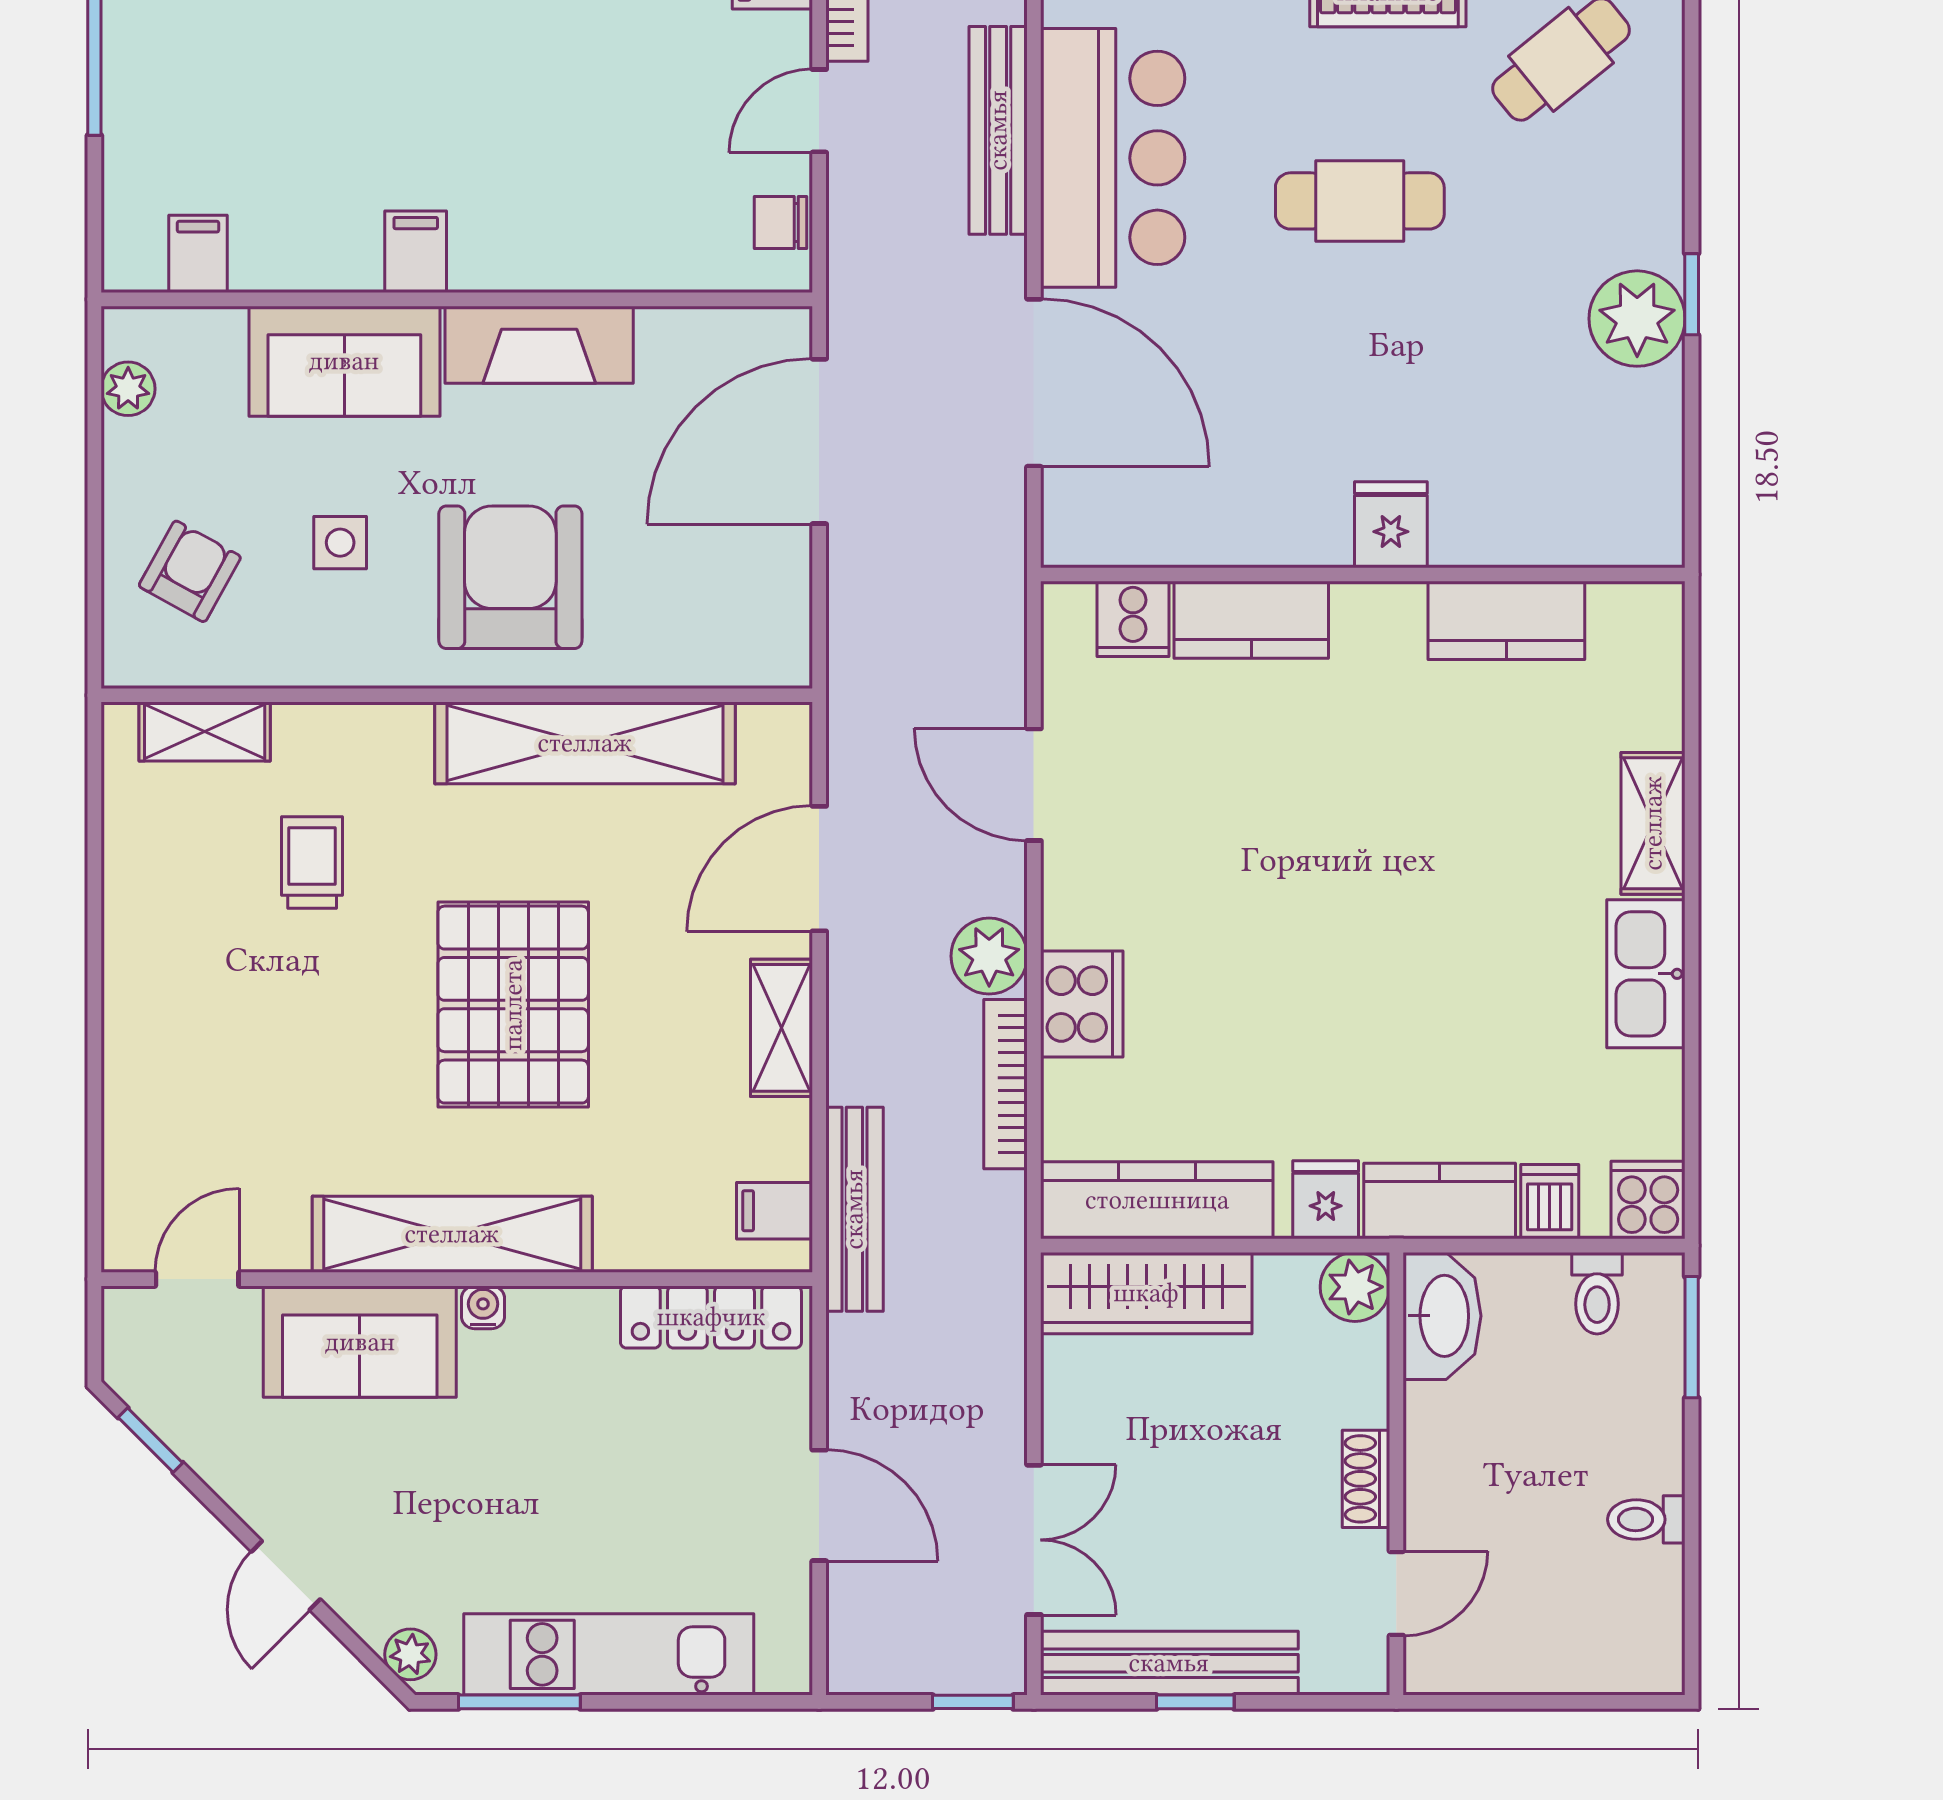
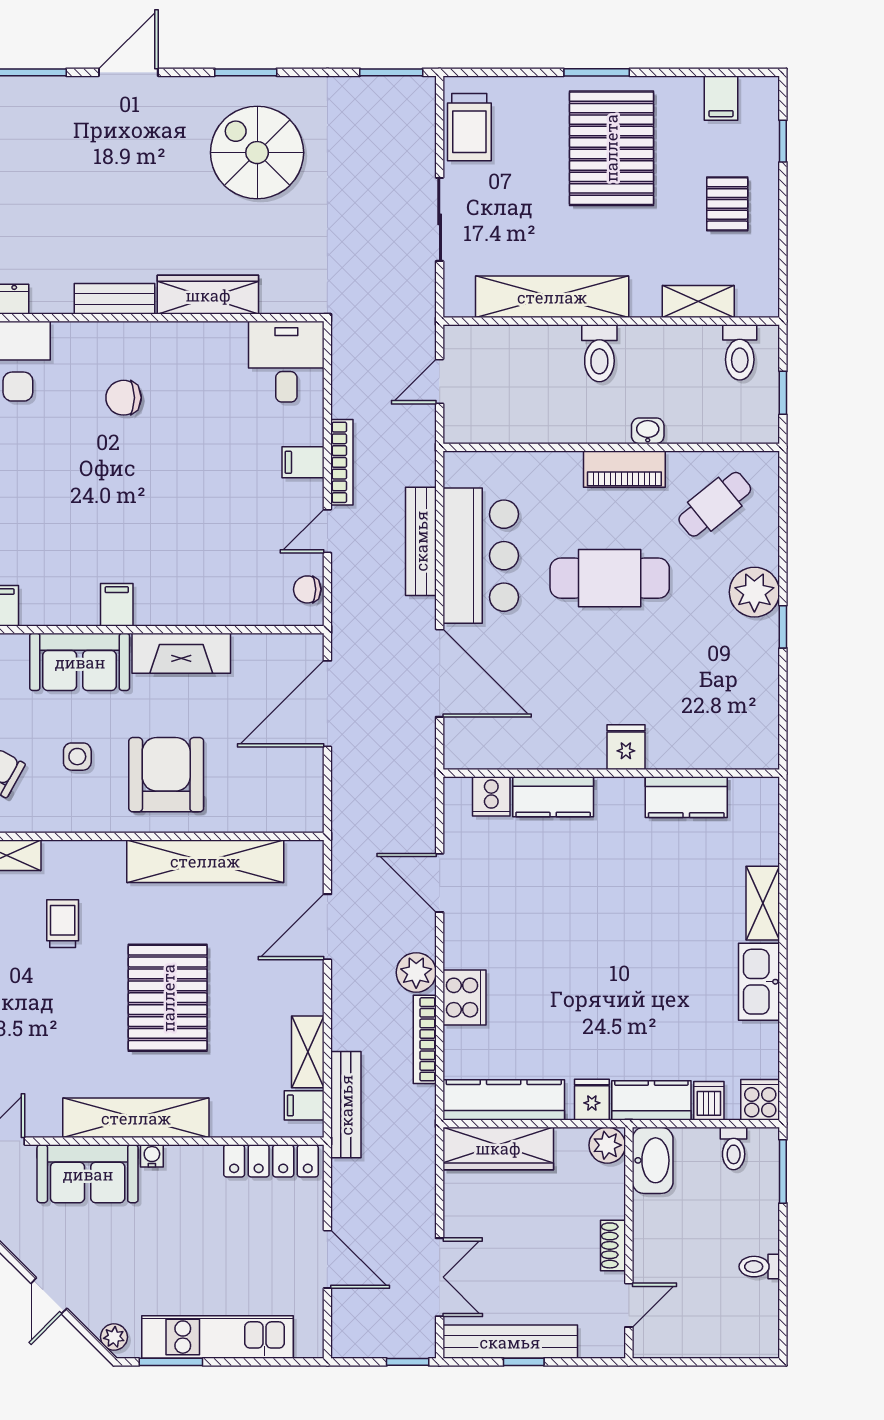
cafe table: (1360, 201) -> (610, 578), width x1.37, depth x1.35
plant: (1637, 319) -> (754, 592), moved
shelving: (782, 1028) -> (308, 1052), moved

